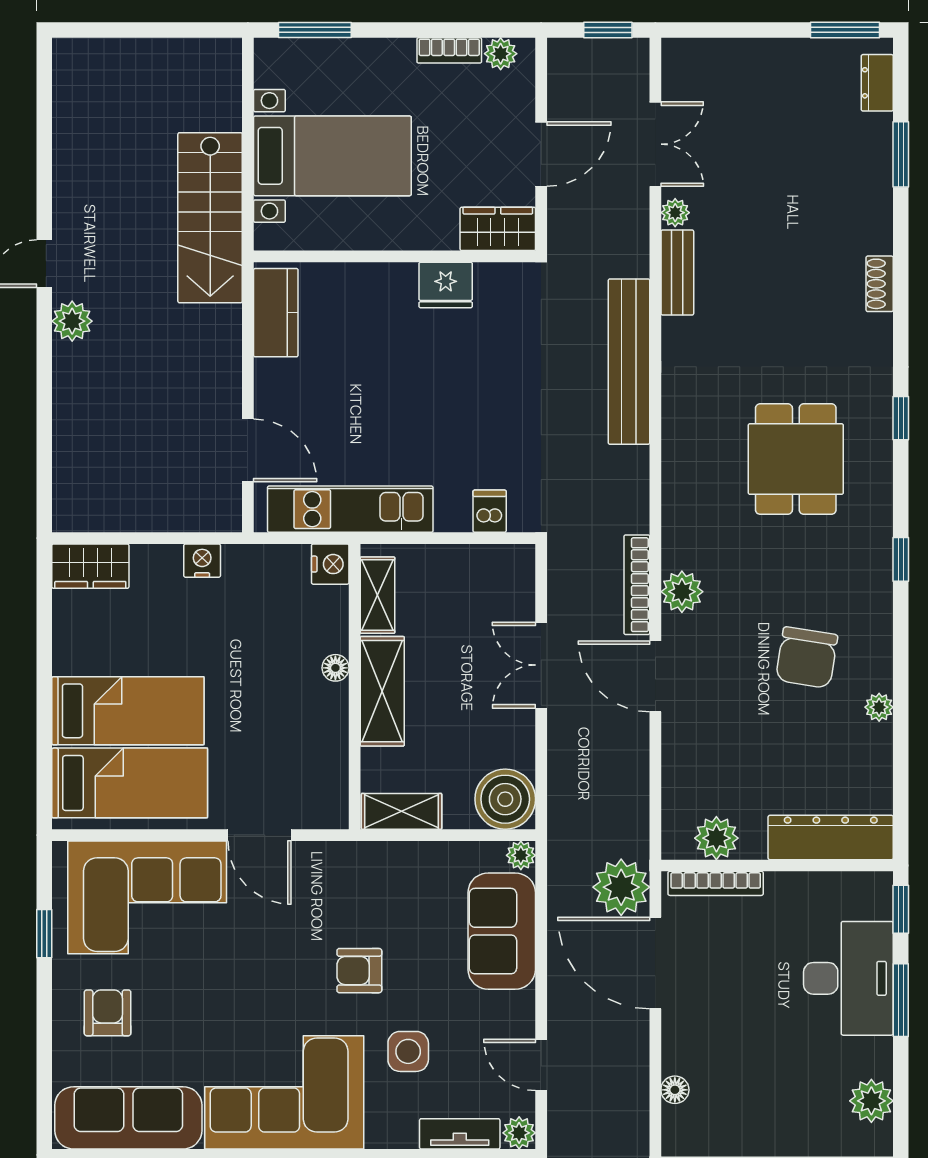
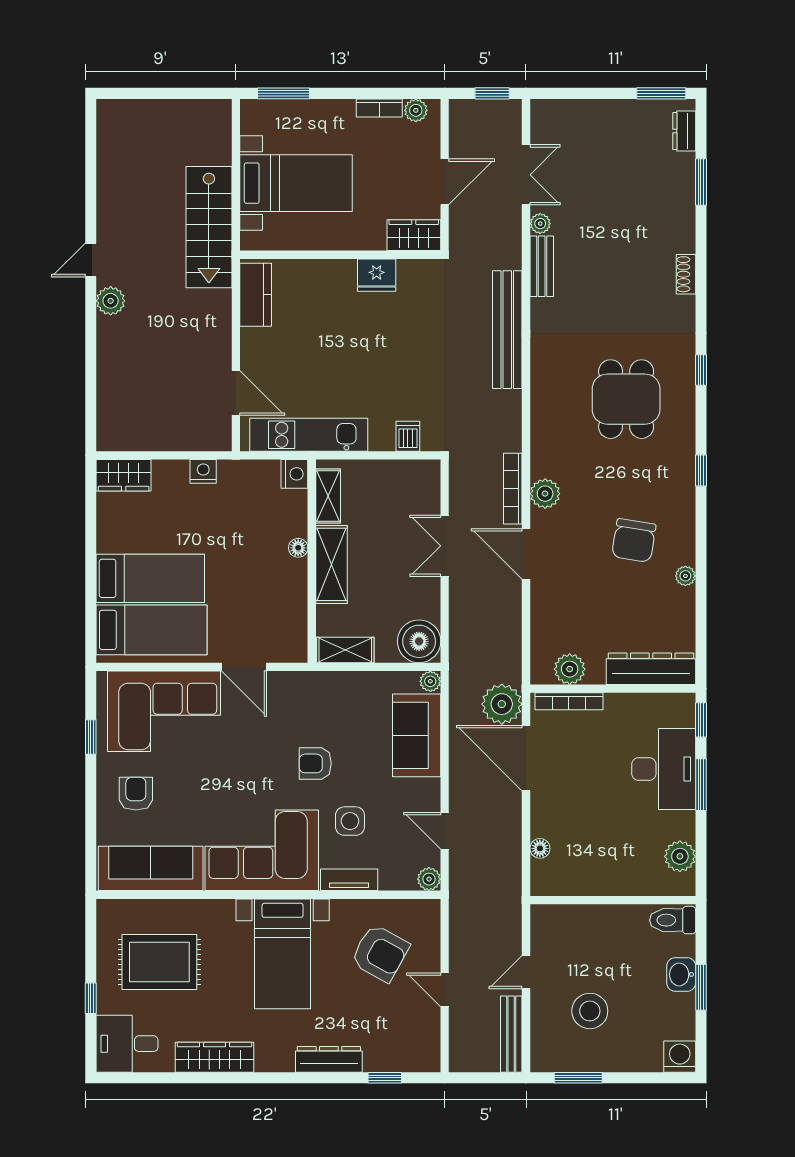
tv unit: (460, 1134) -> (349, 880), moved

